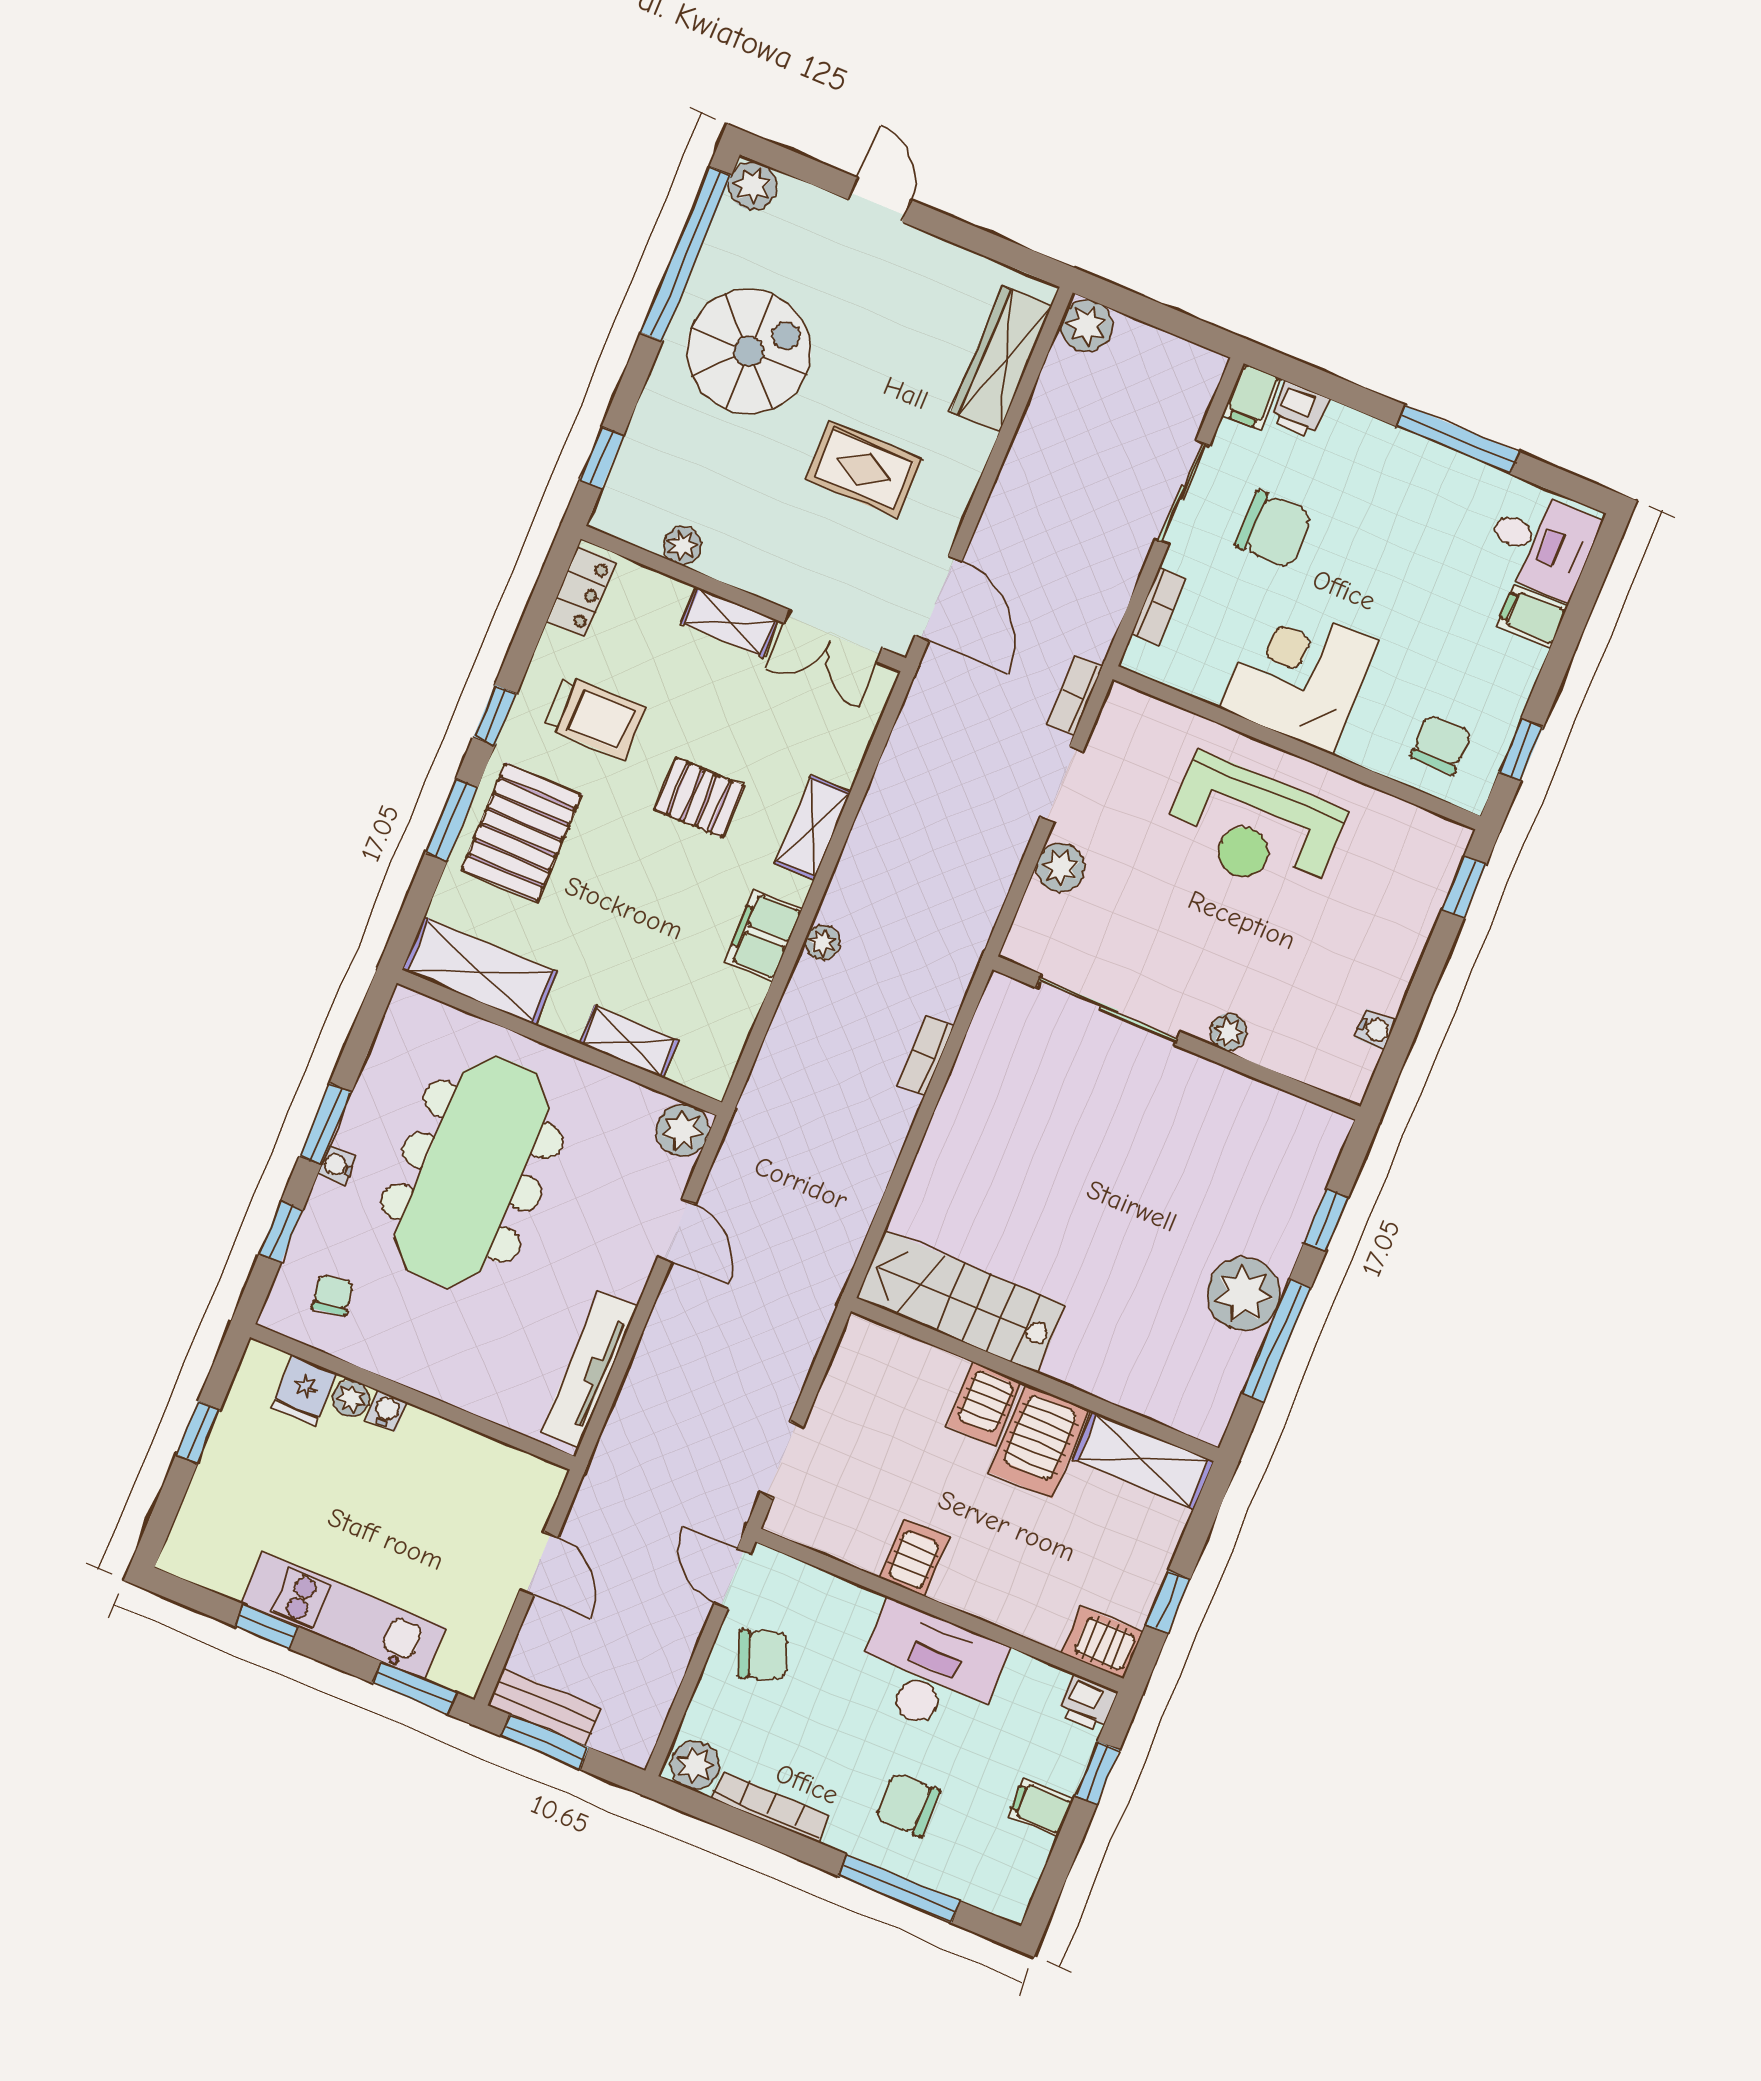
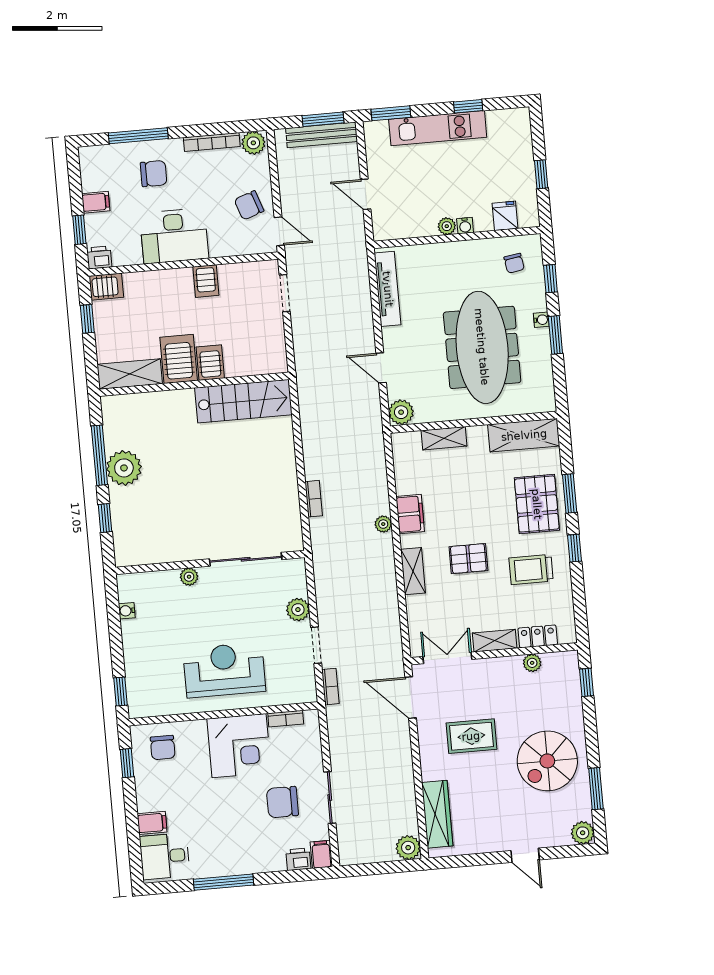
window: (686, 254) -> (596, 789), width x0.47
locker: (581, 592) -> (538, 636), moved, turned 90
bookcase: (1159, 606) -> (286, 719), moved, turned -90
plant: (351, 1398) -> (447, 226), moved
bench: (544, 1707) -> (322, 135), width x1.36

